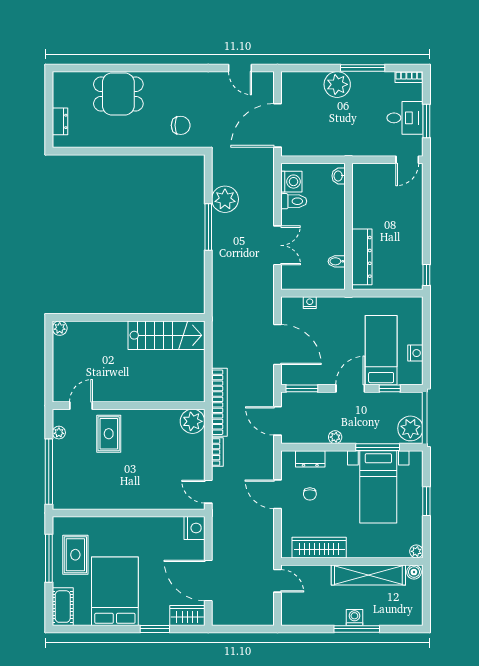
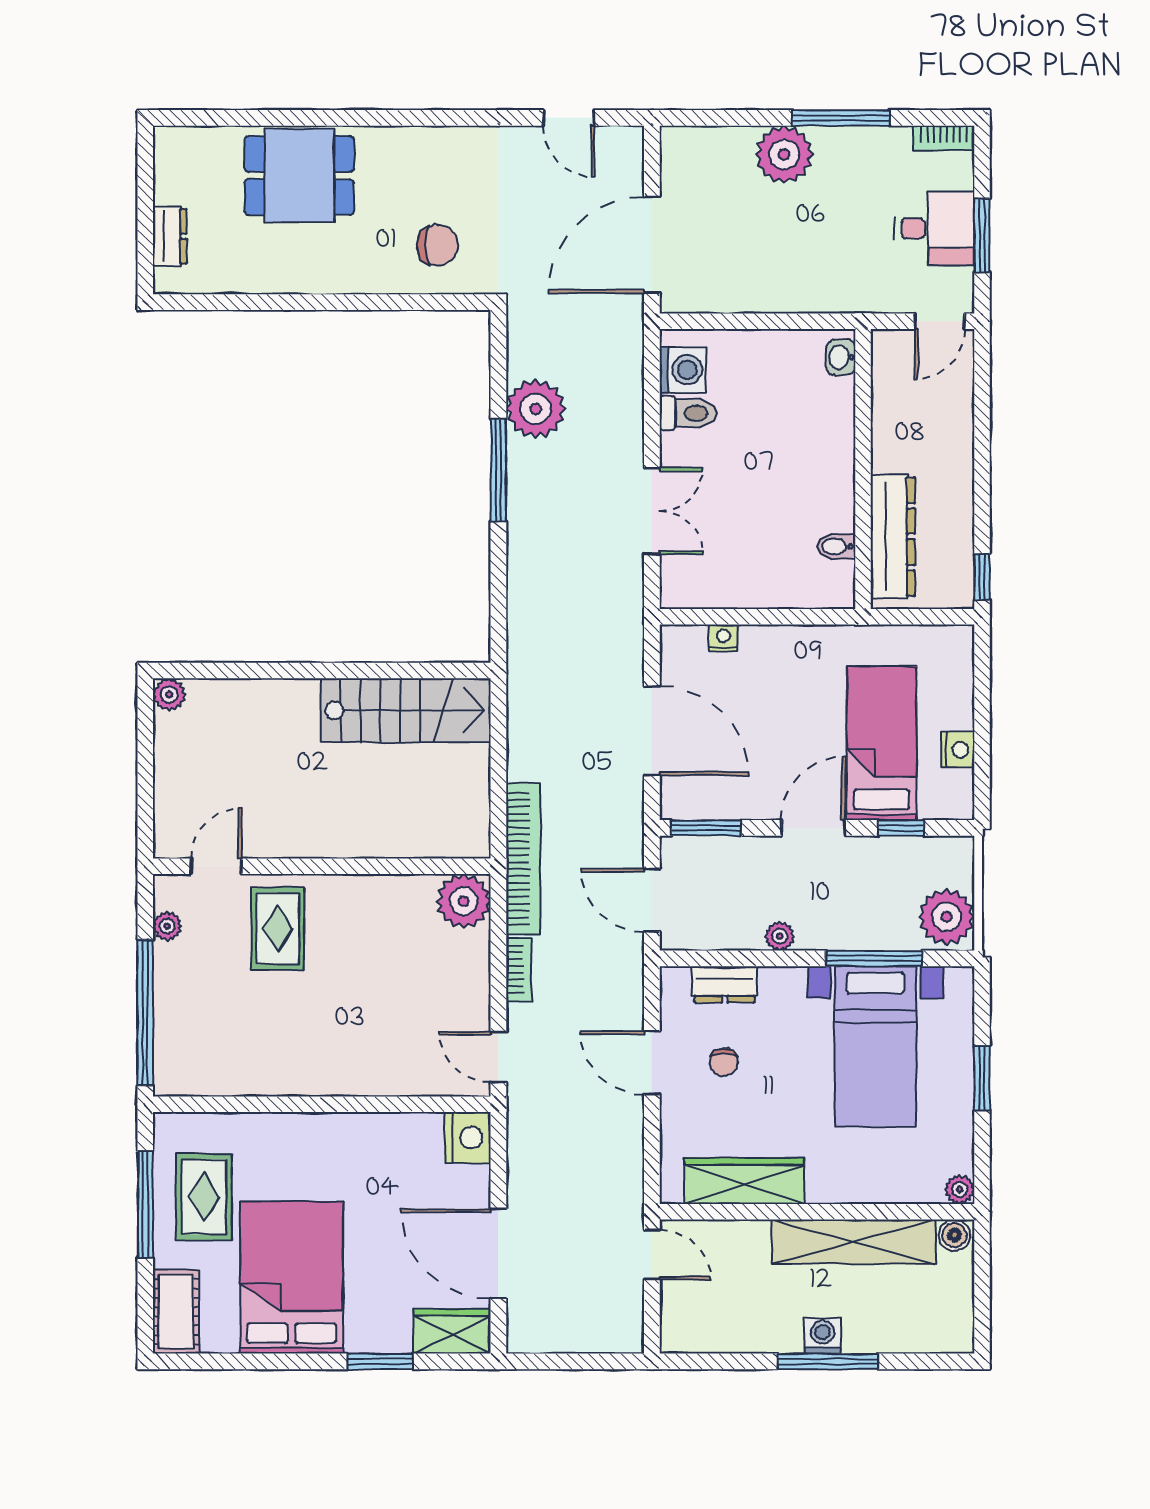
washbasin: (339, 176) -> (841, 357), moved
wall: (348, 226) -> (863, 469), moved
dresser: (362, 257) -> (893, 537), moved
bidet: (337, 261) -> (837, 546), moved

